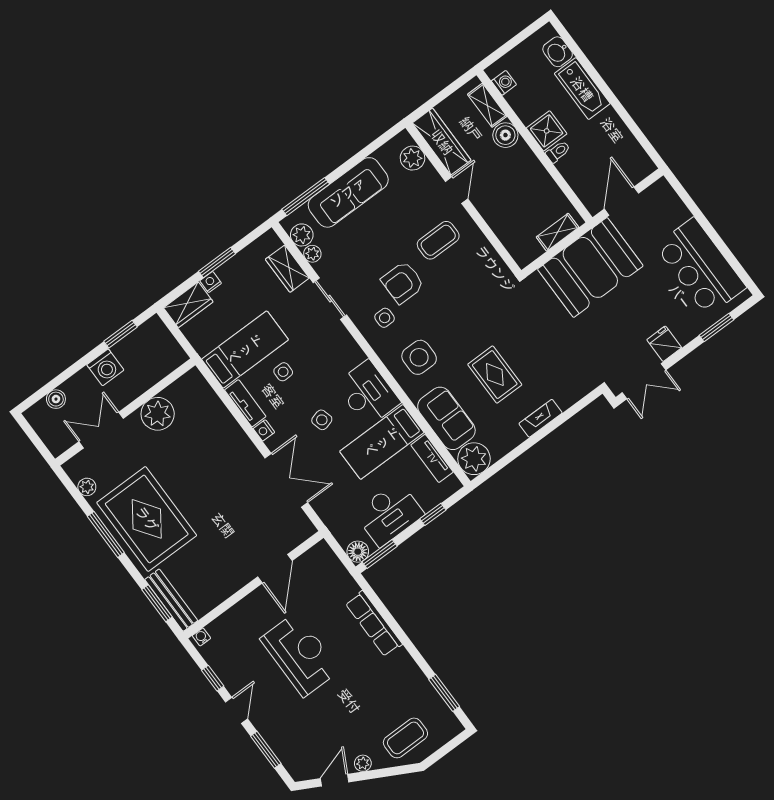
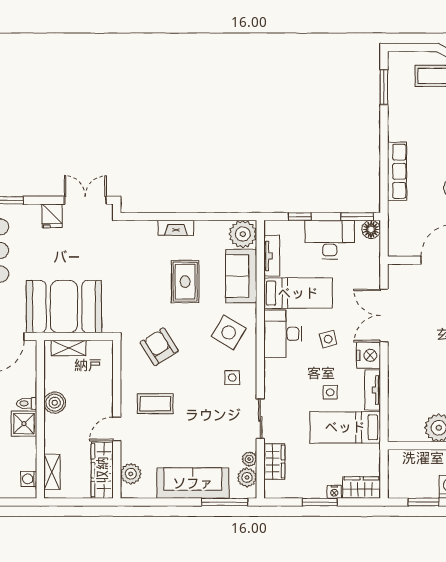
boiler: (505, 135) -> (55, 403), moved
armchair: (403, 283) -> (159, 347), moved, turned -122
side table: (419, 357) -> (229, 332), turned 31
nightstand: (264, 430) -> (368, 355), width x1.89, depth x1.79

